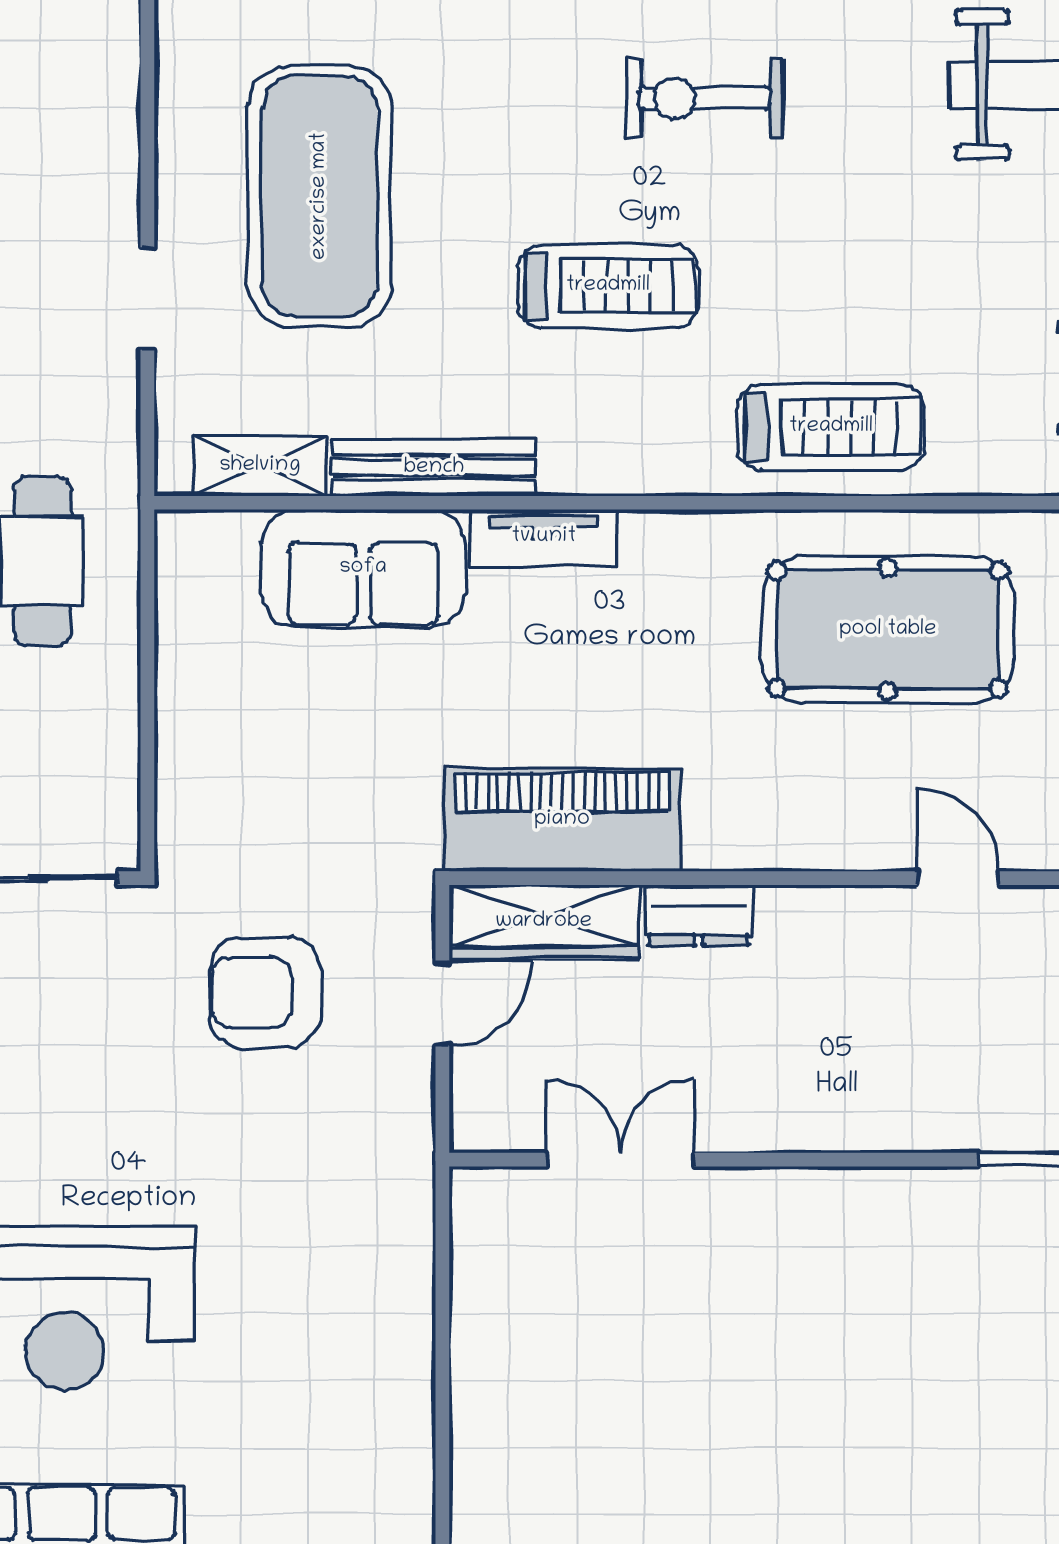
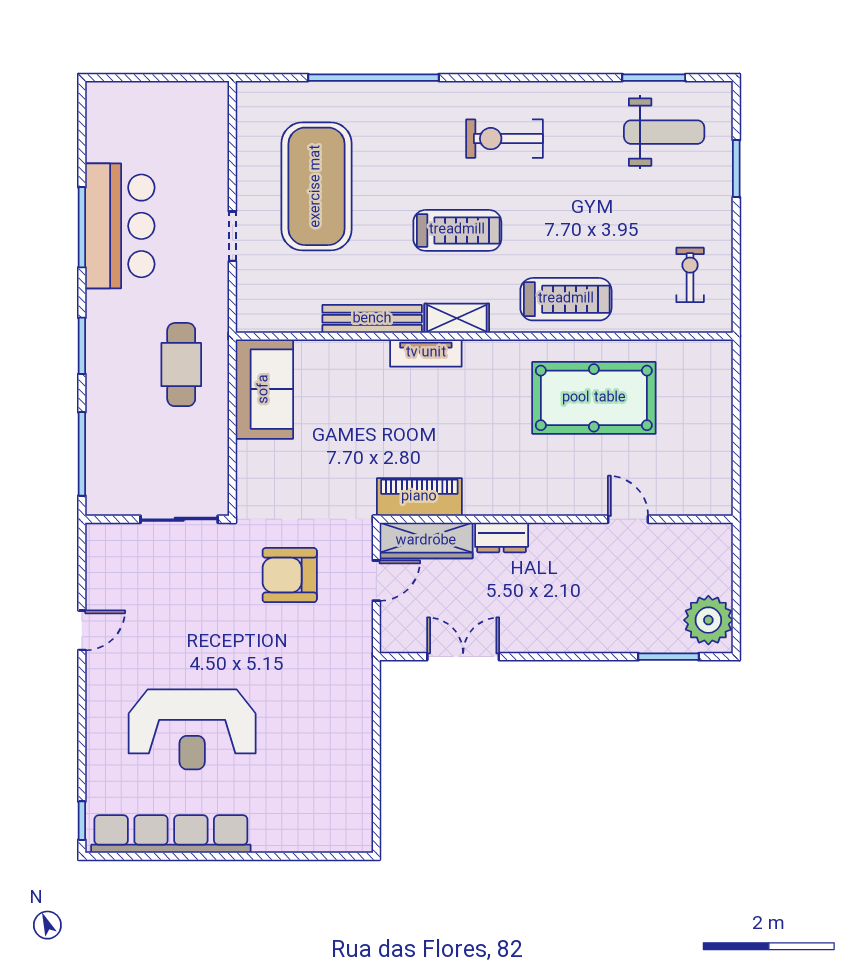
shelving: (260, 466) -> (457, 318), moved
sofa: (363, 568) -> (264, 389), moved, turned -90
piano: (562, 820) -> (419, 497), width x0.73, depth x0.75

